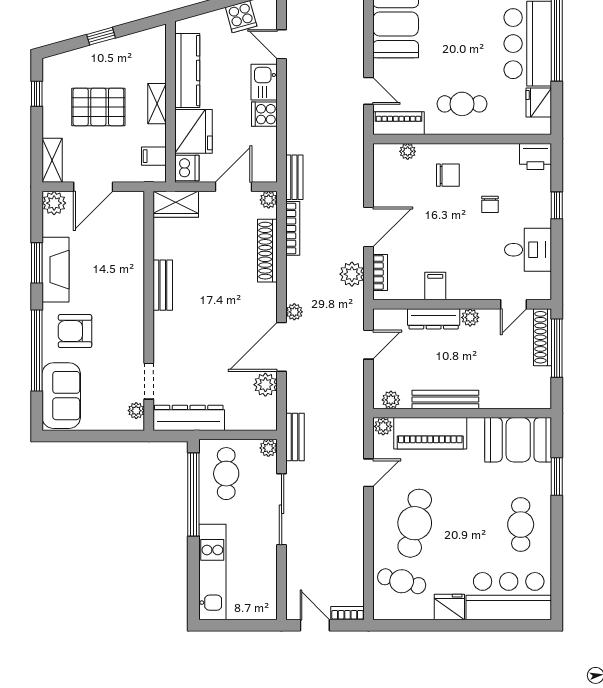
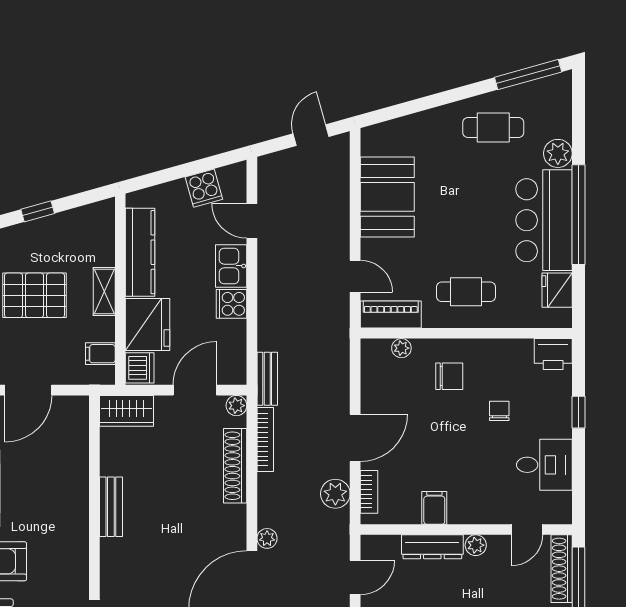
chair: (490, 204) -> (499, 411), turned 180

